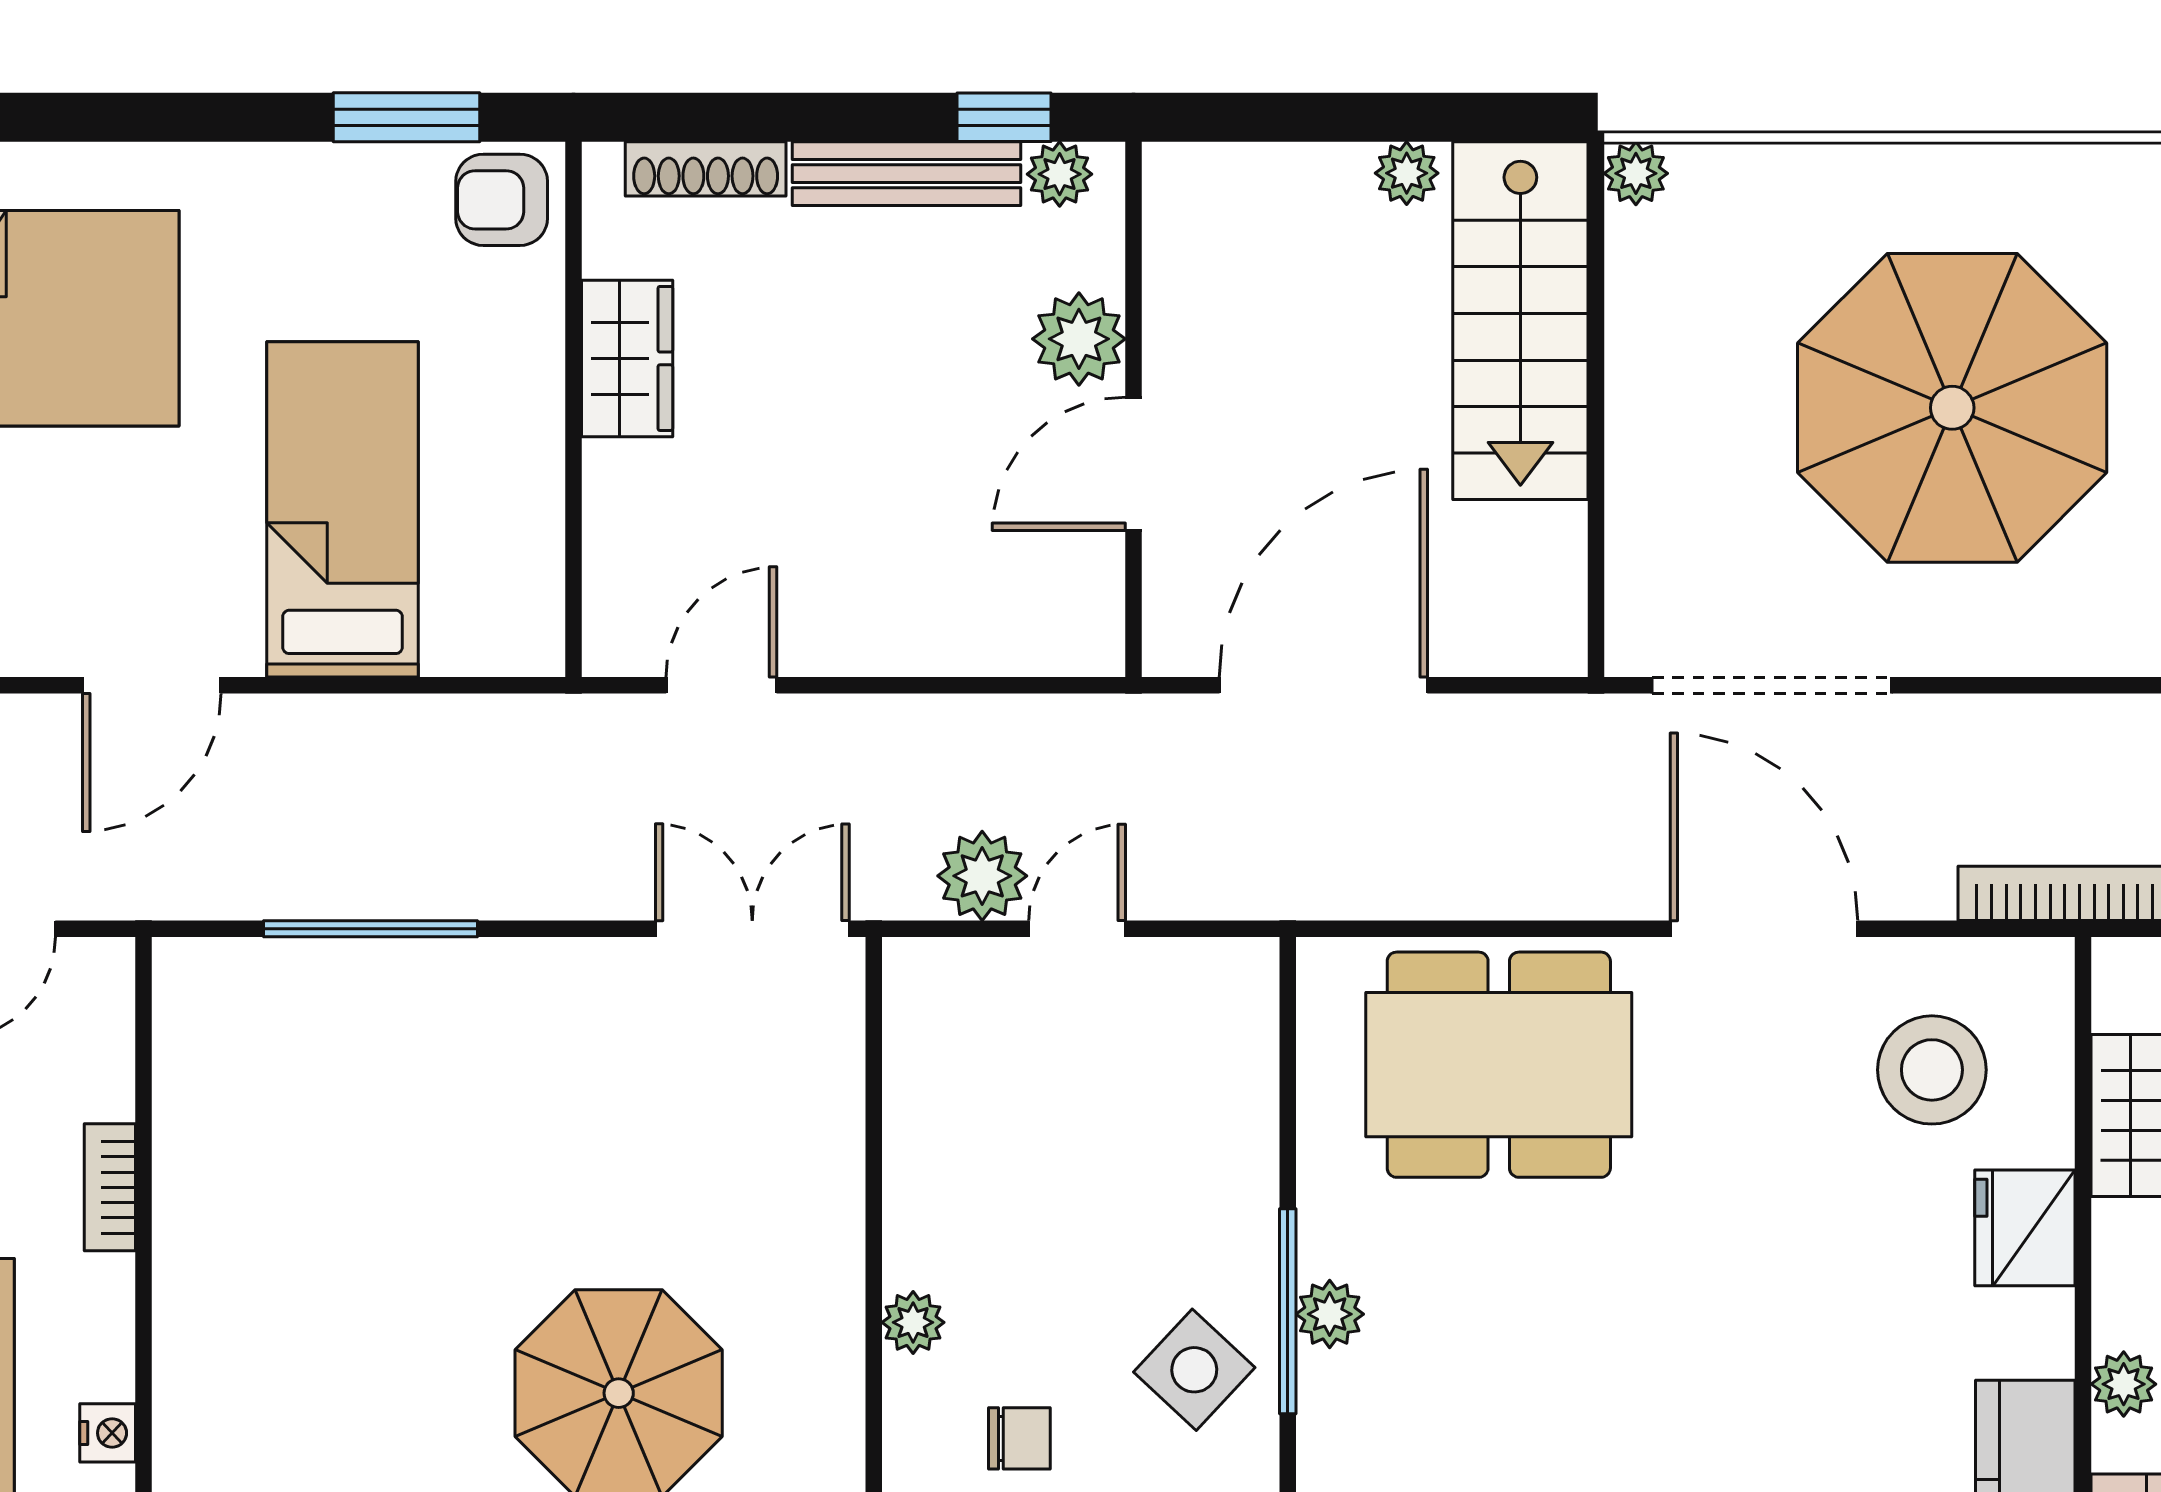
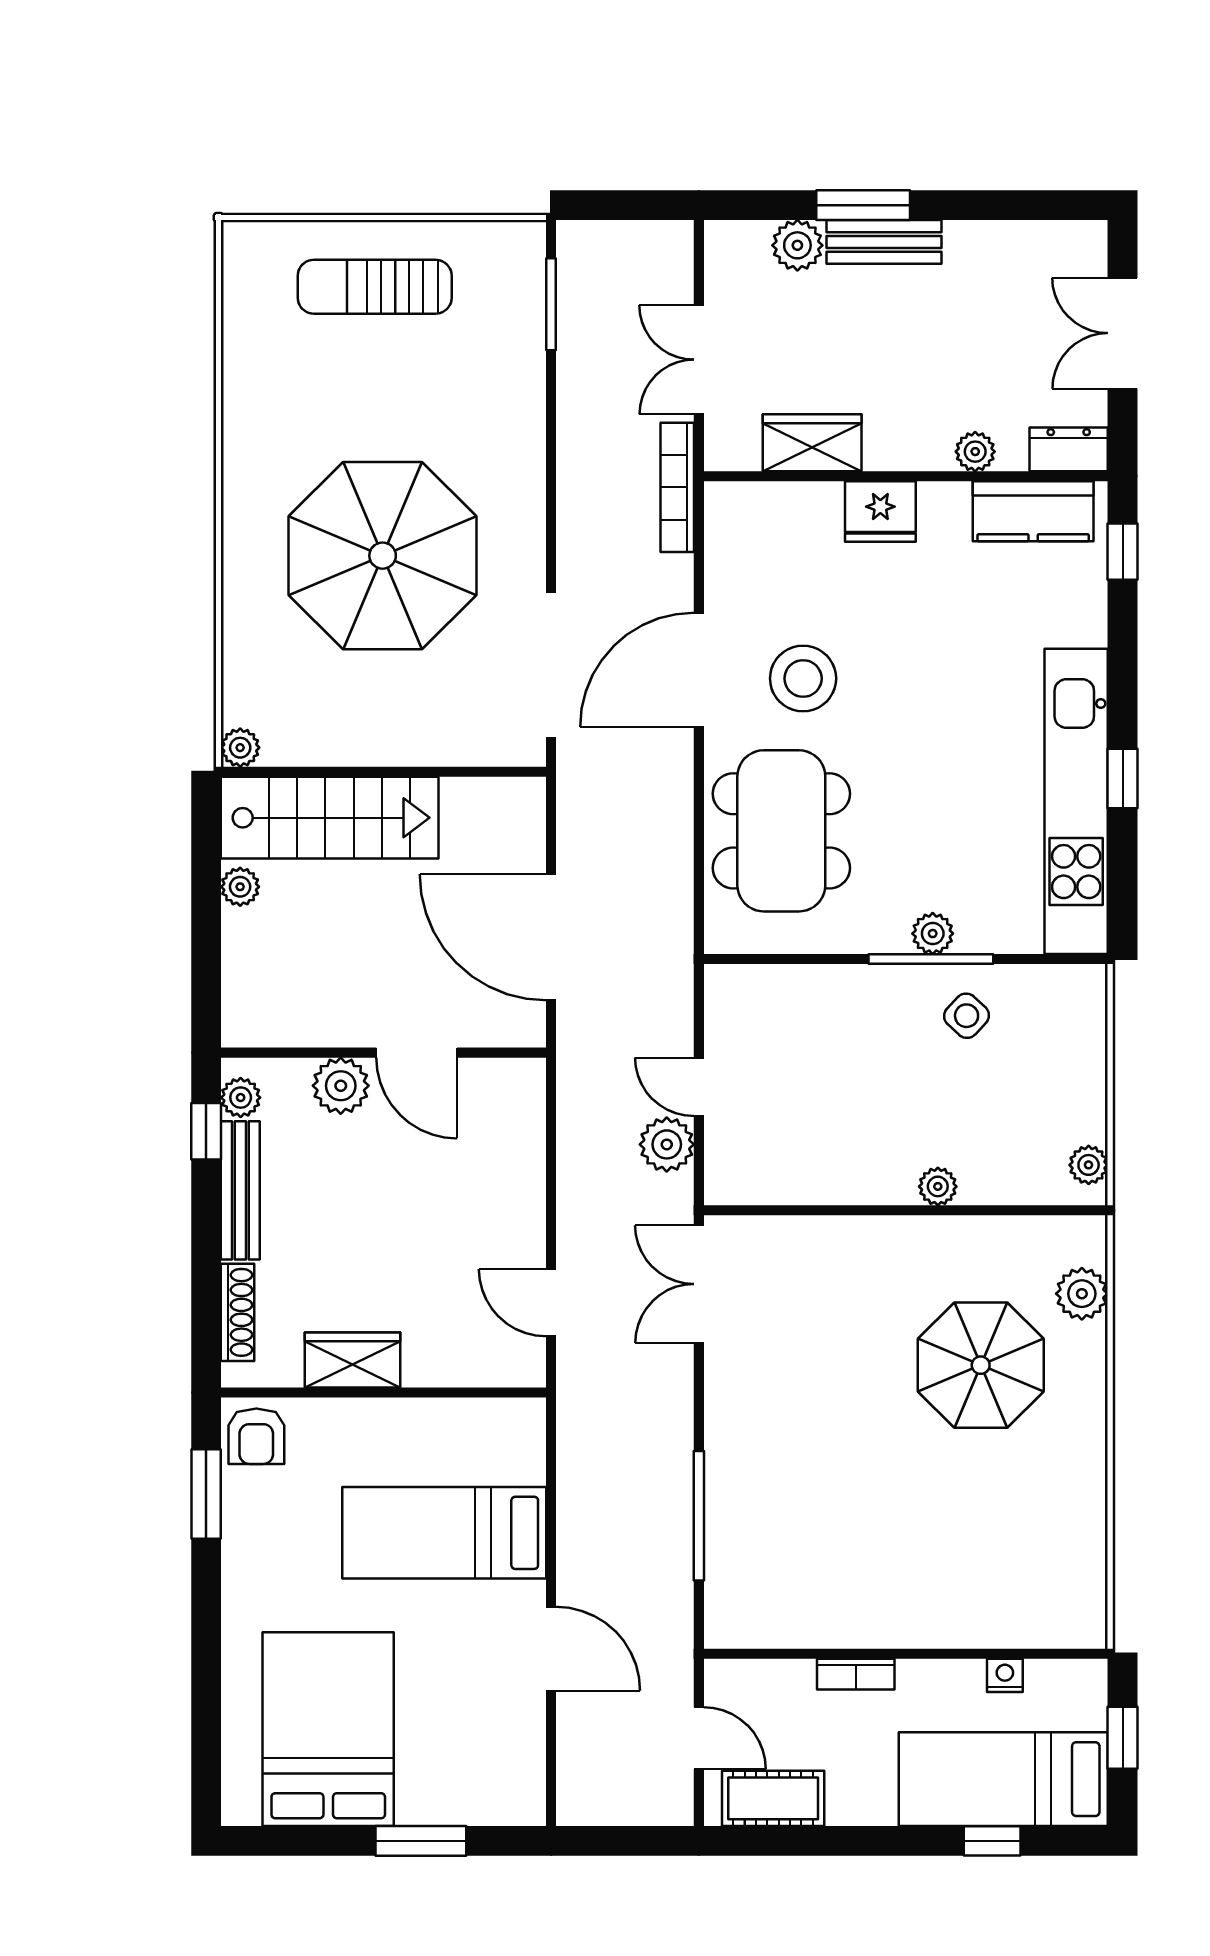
stool: (1932, 1070) -> (803, 678), moved
side table: (1194, 1370) -> (967, 1016), width x0.73, depth x0.73
chair: (1019, 1438) -> (1008, 1122), removed

